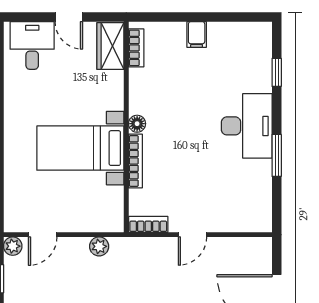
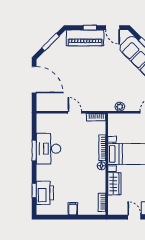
wardrobe: (110, 46) -> (114, 184), moved
printer: (255, 67) -> (45, 193), added
desk: (247, 126) -> (49, 149), moved
door: (192, 235) -> (75, 112), hinge flipped

